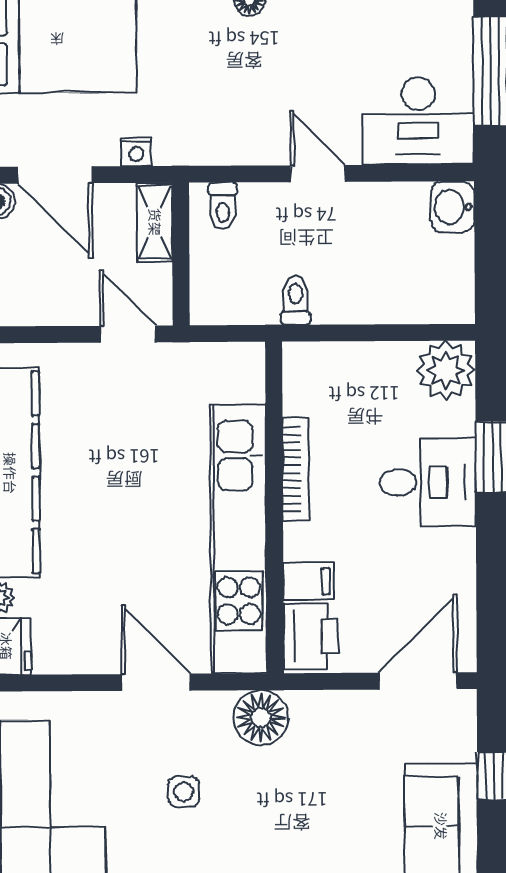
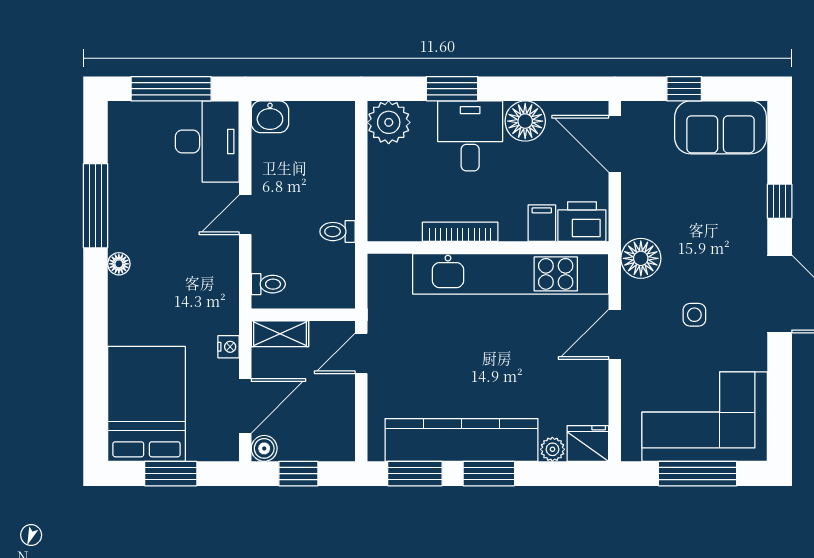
floor lamp: (449, 558) -> (525, 121), added

